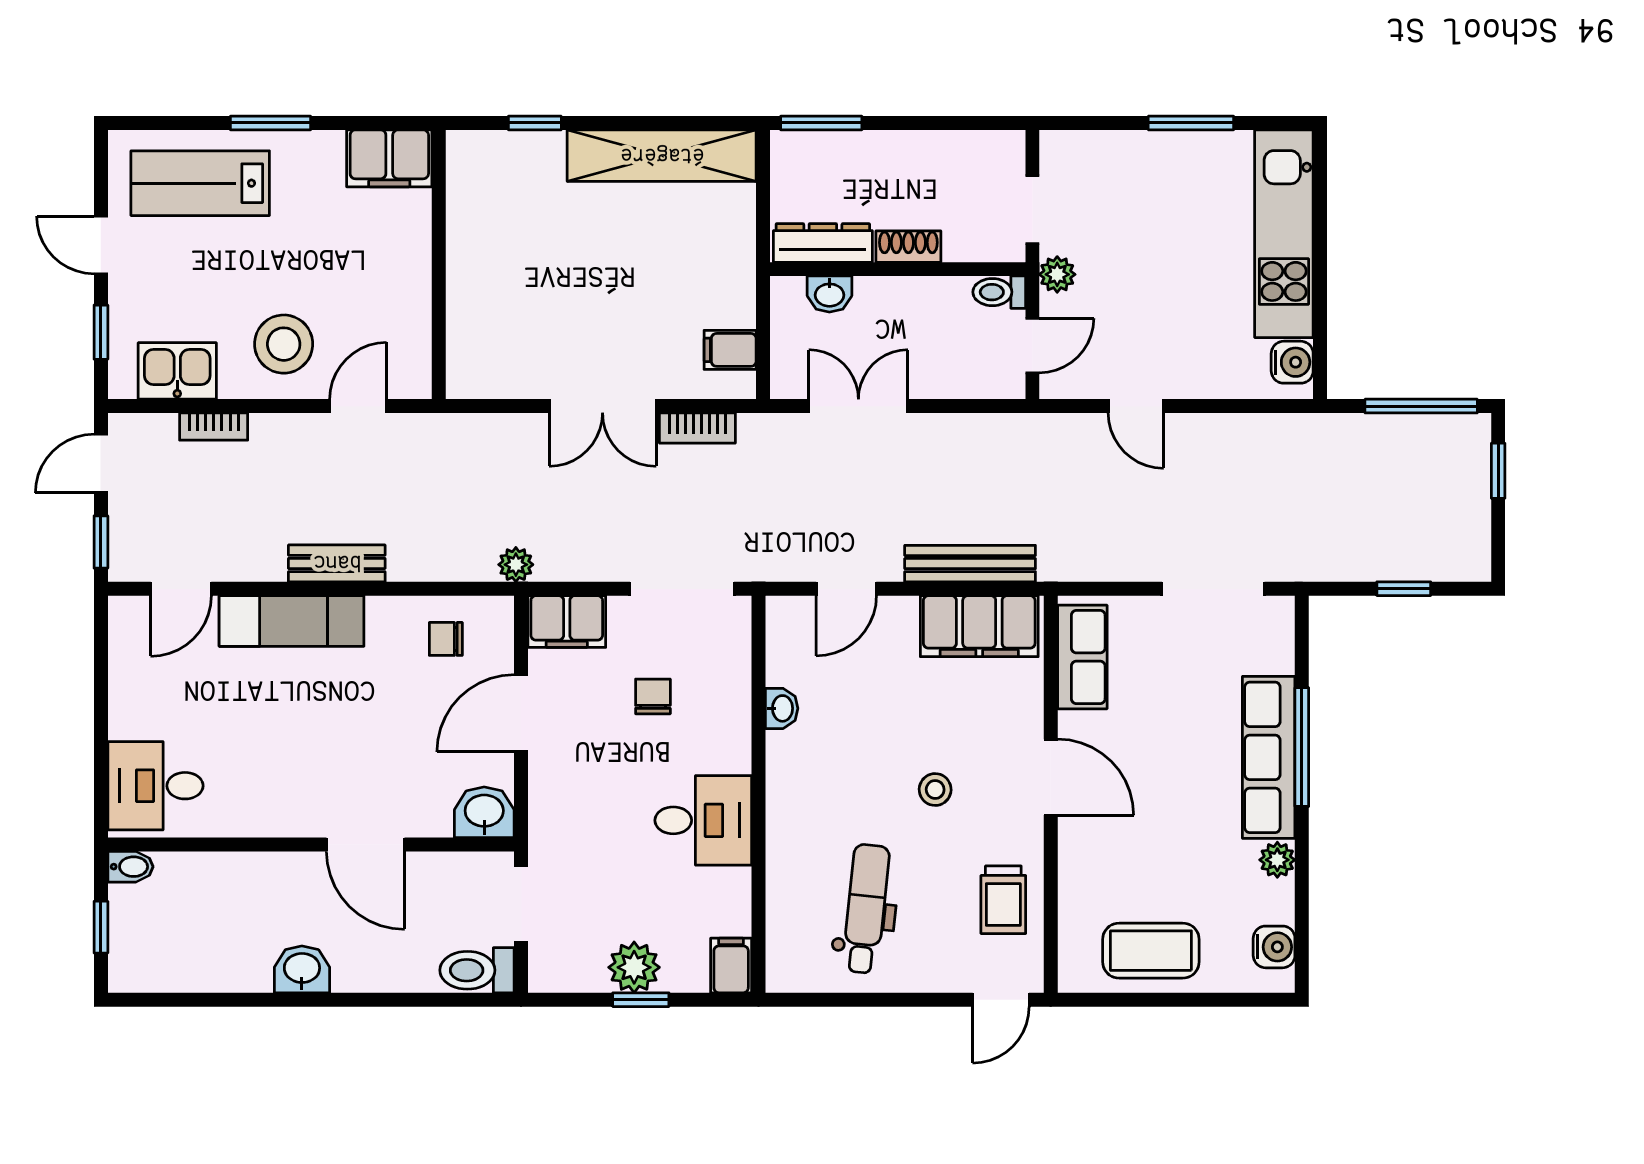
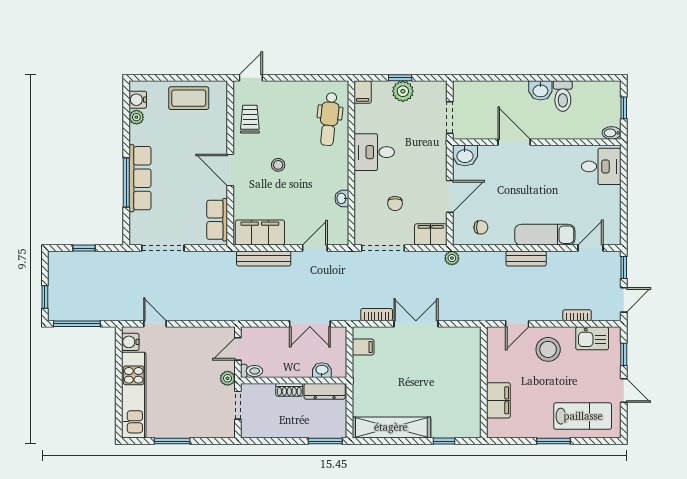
filing cabinet: (389, 158) -> (498, 400), moved, turned 90
door: (1136, 406) -> (155, 324), moved
plant: (1277, 860) -> (136, 117), moved
dental chair: (866, 909) -> (329, 119), moved
toilet: (477, 970) -> (563, 96), moved, turned 90

